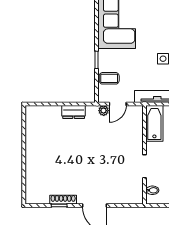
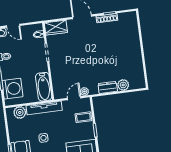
plant: (54, 113) -> (123, 85), added
wardrobe: (129, 196) -> (56, 28), added

